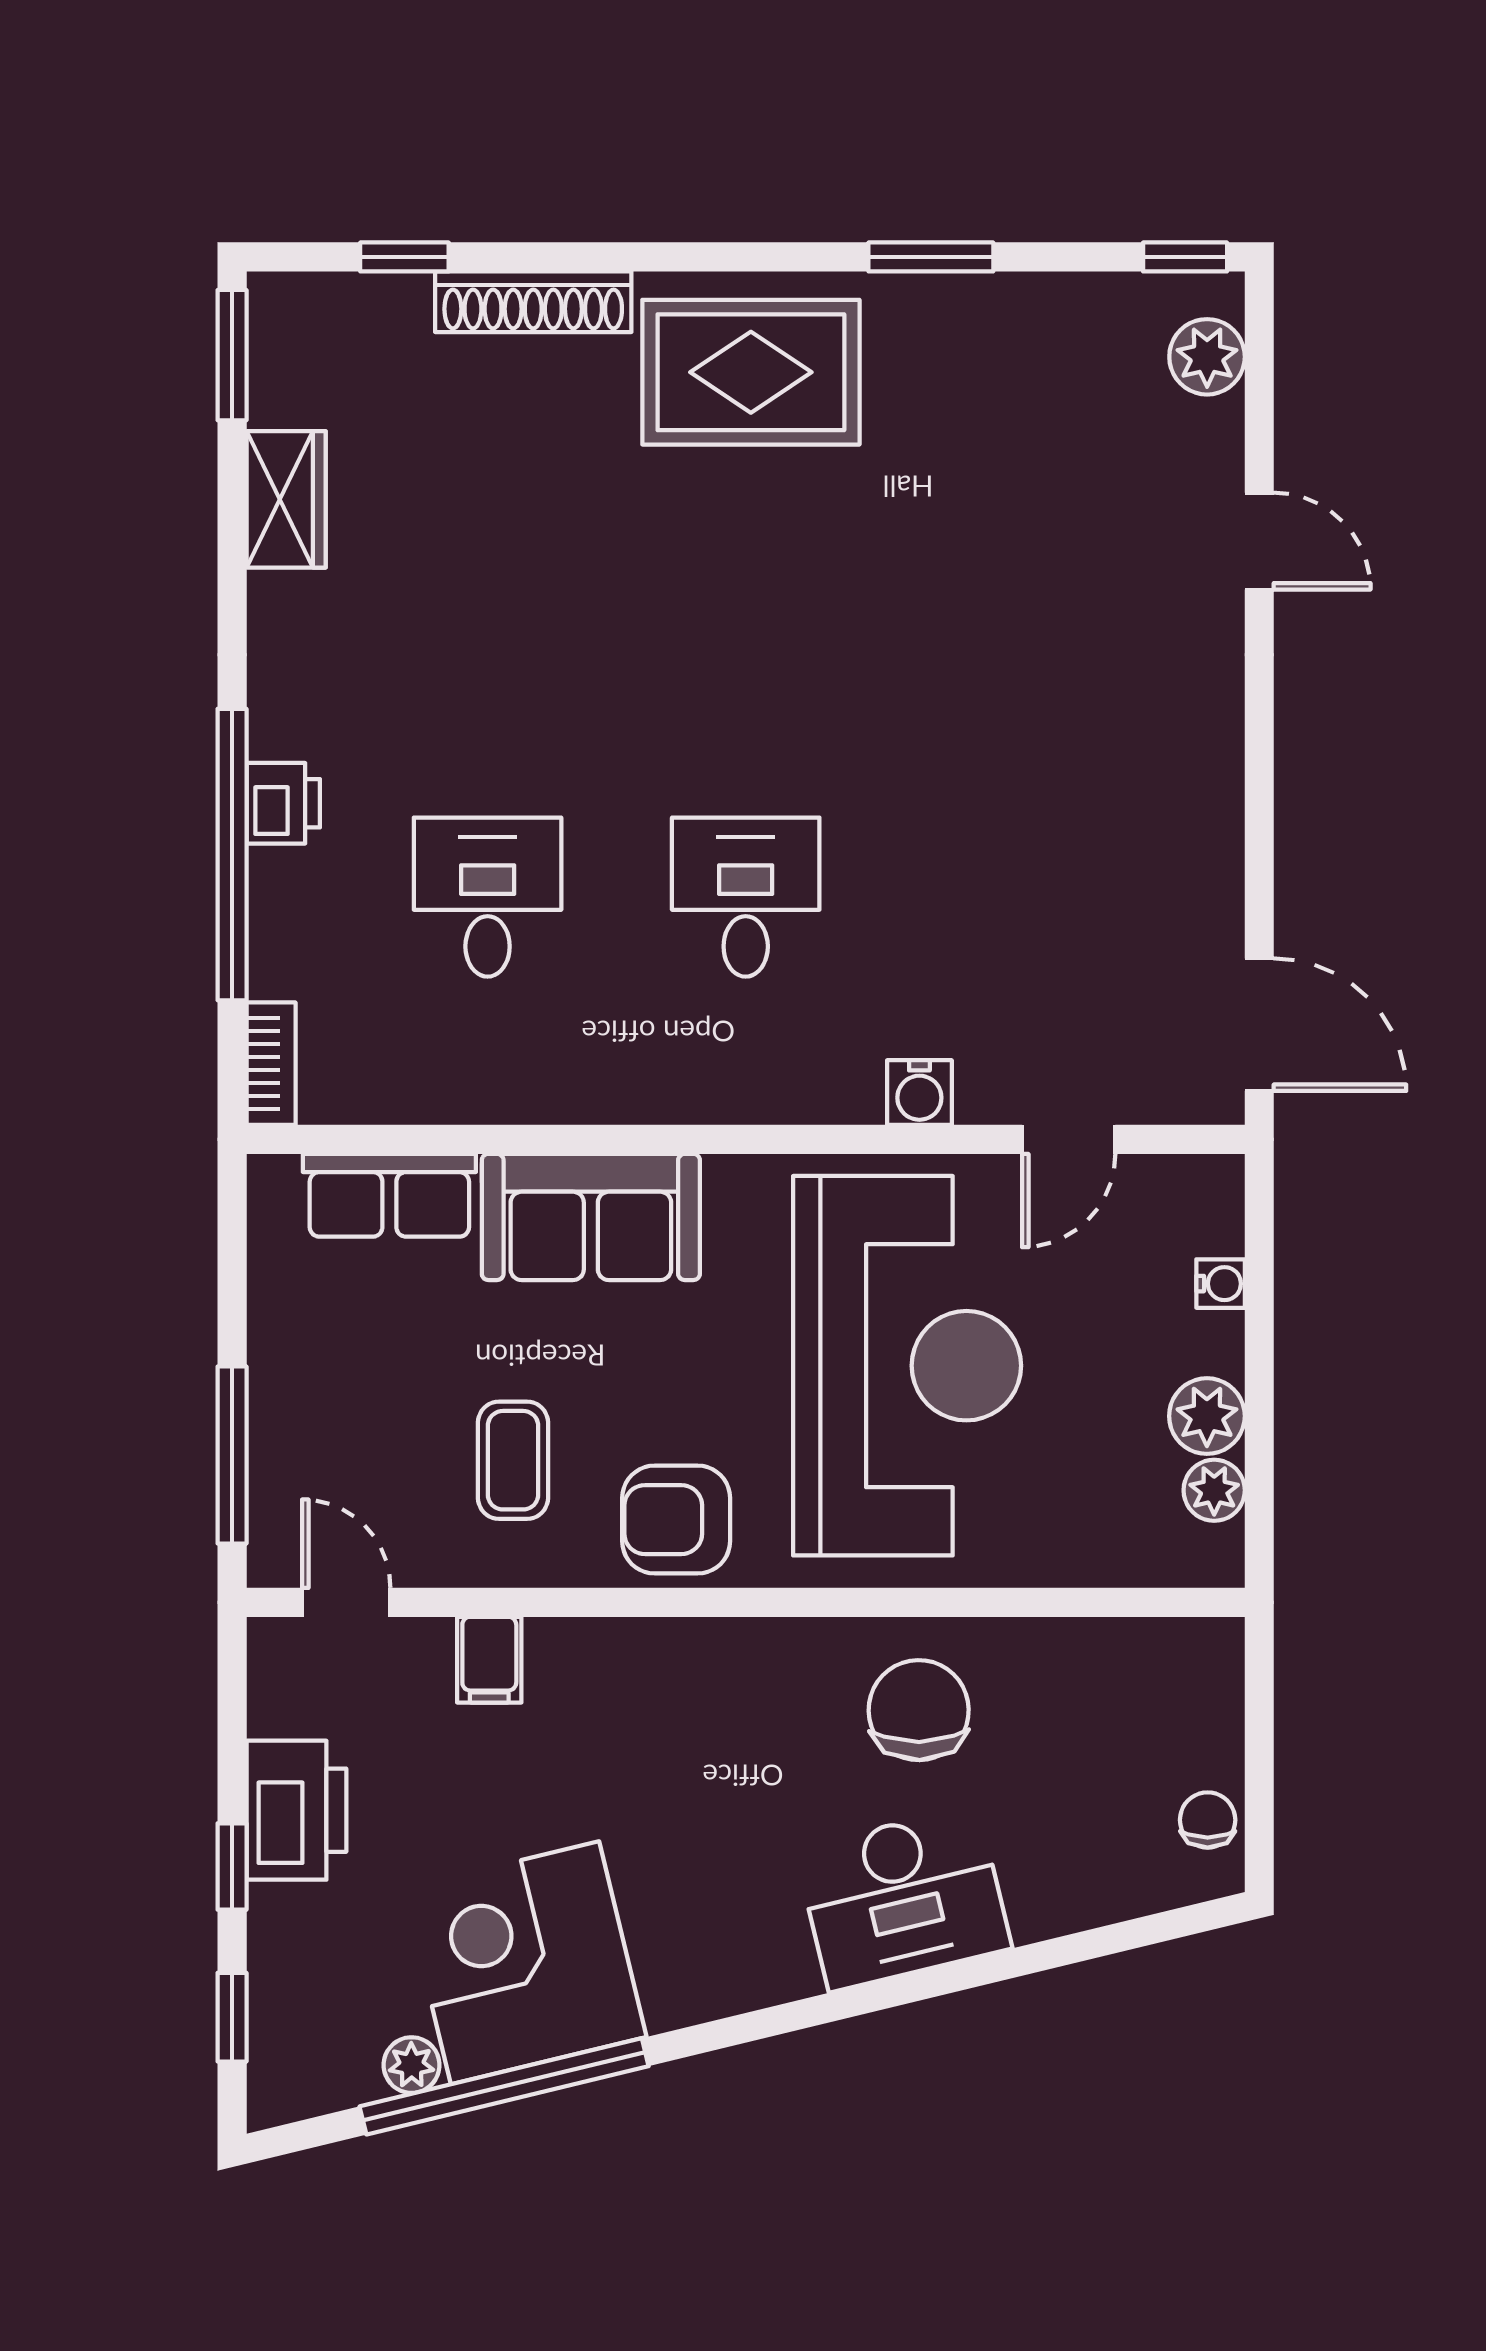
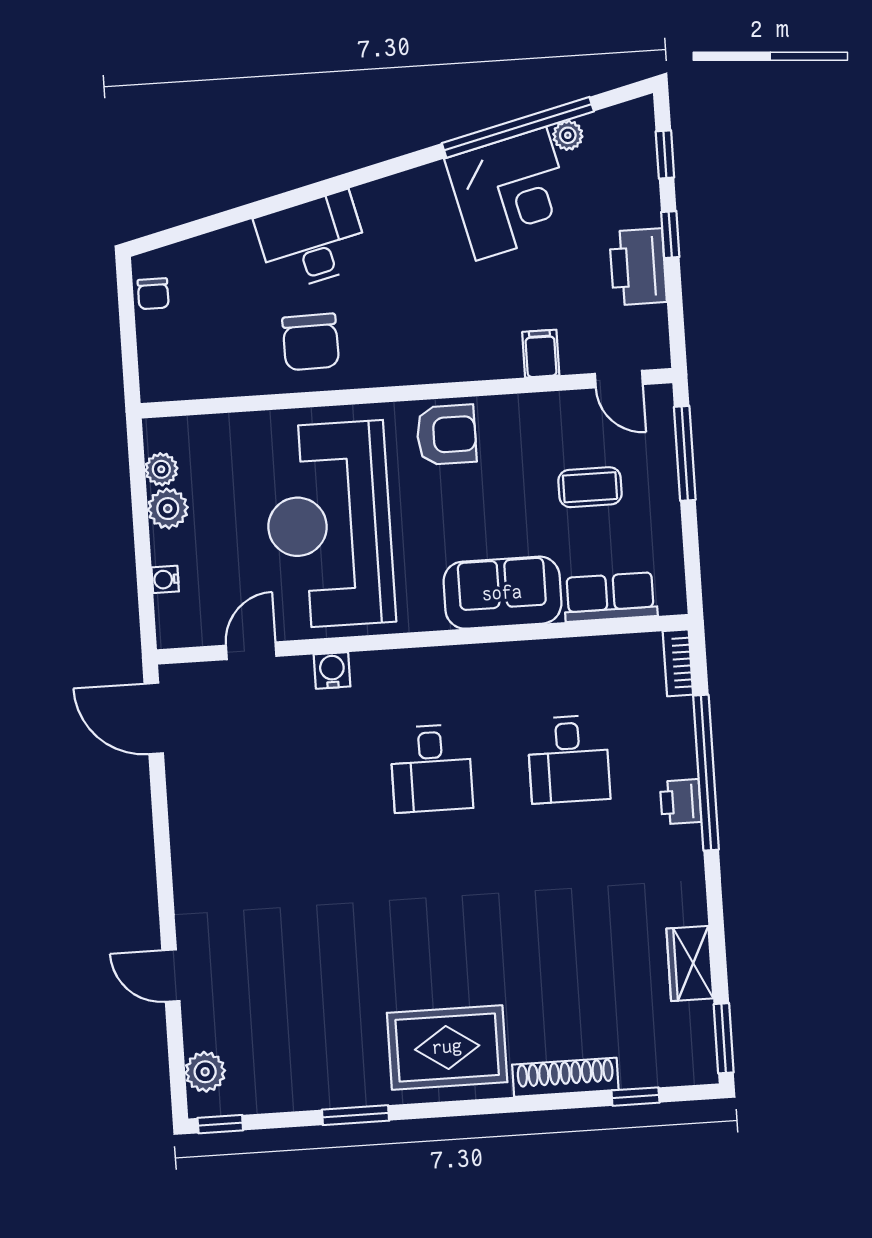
coffee table: (513, 1460) -> (590, 487), moved, turned 90

